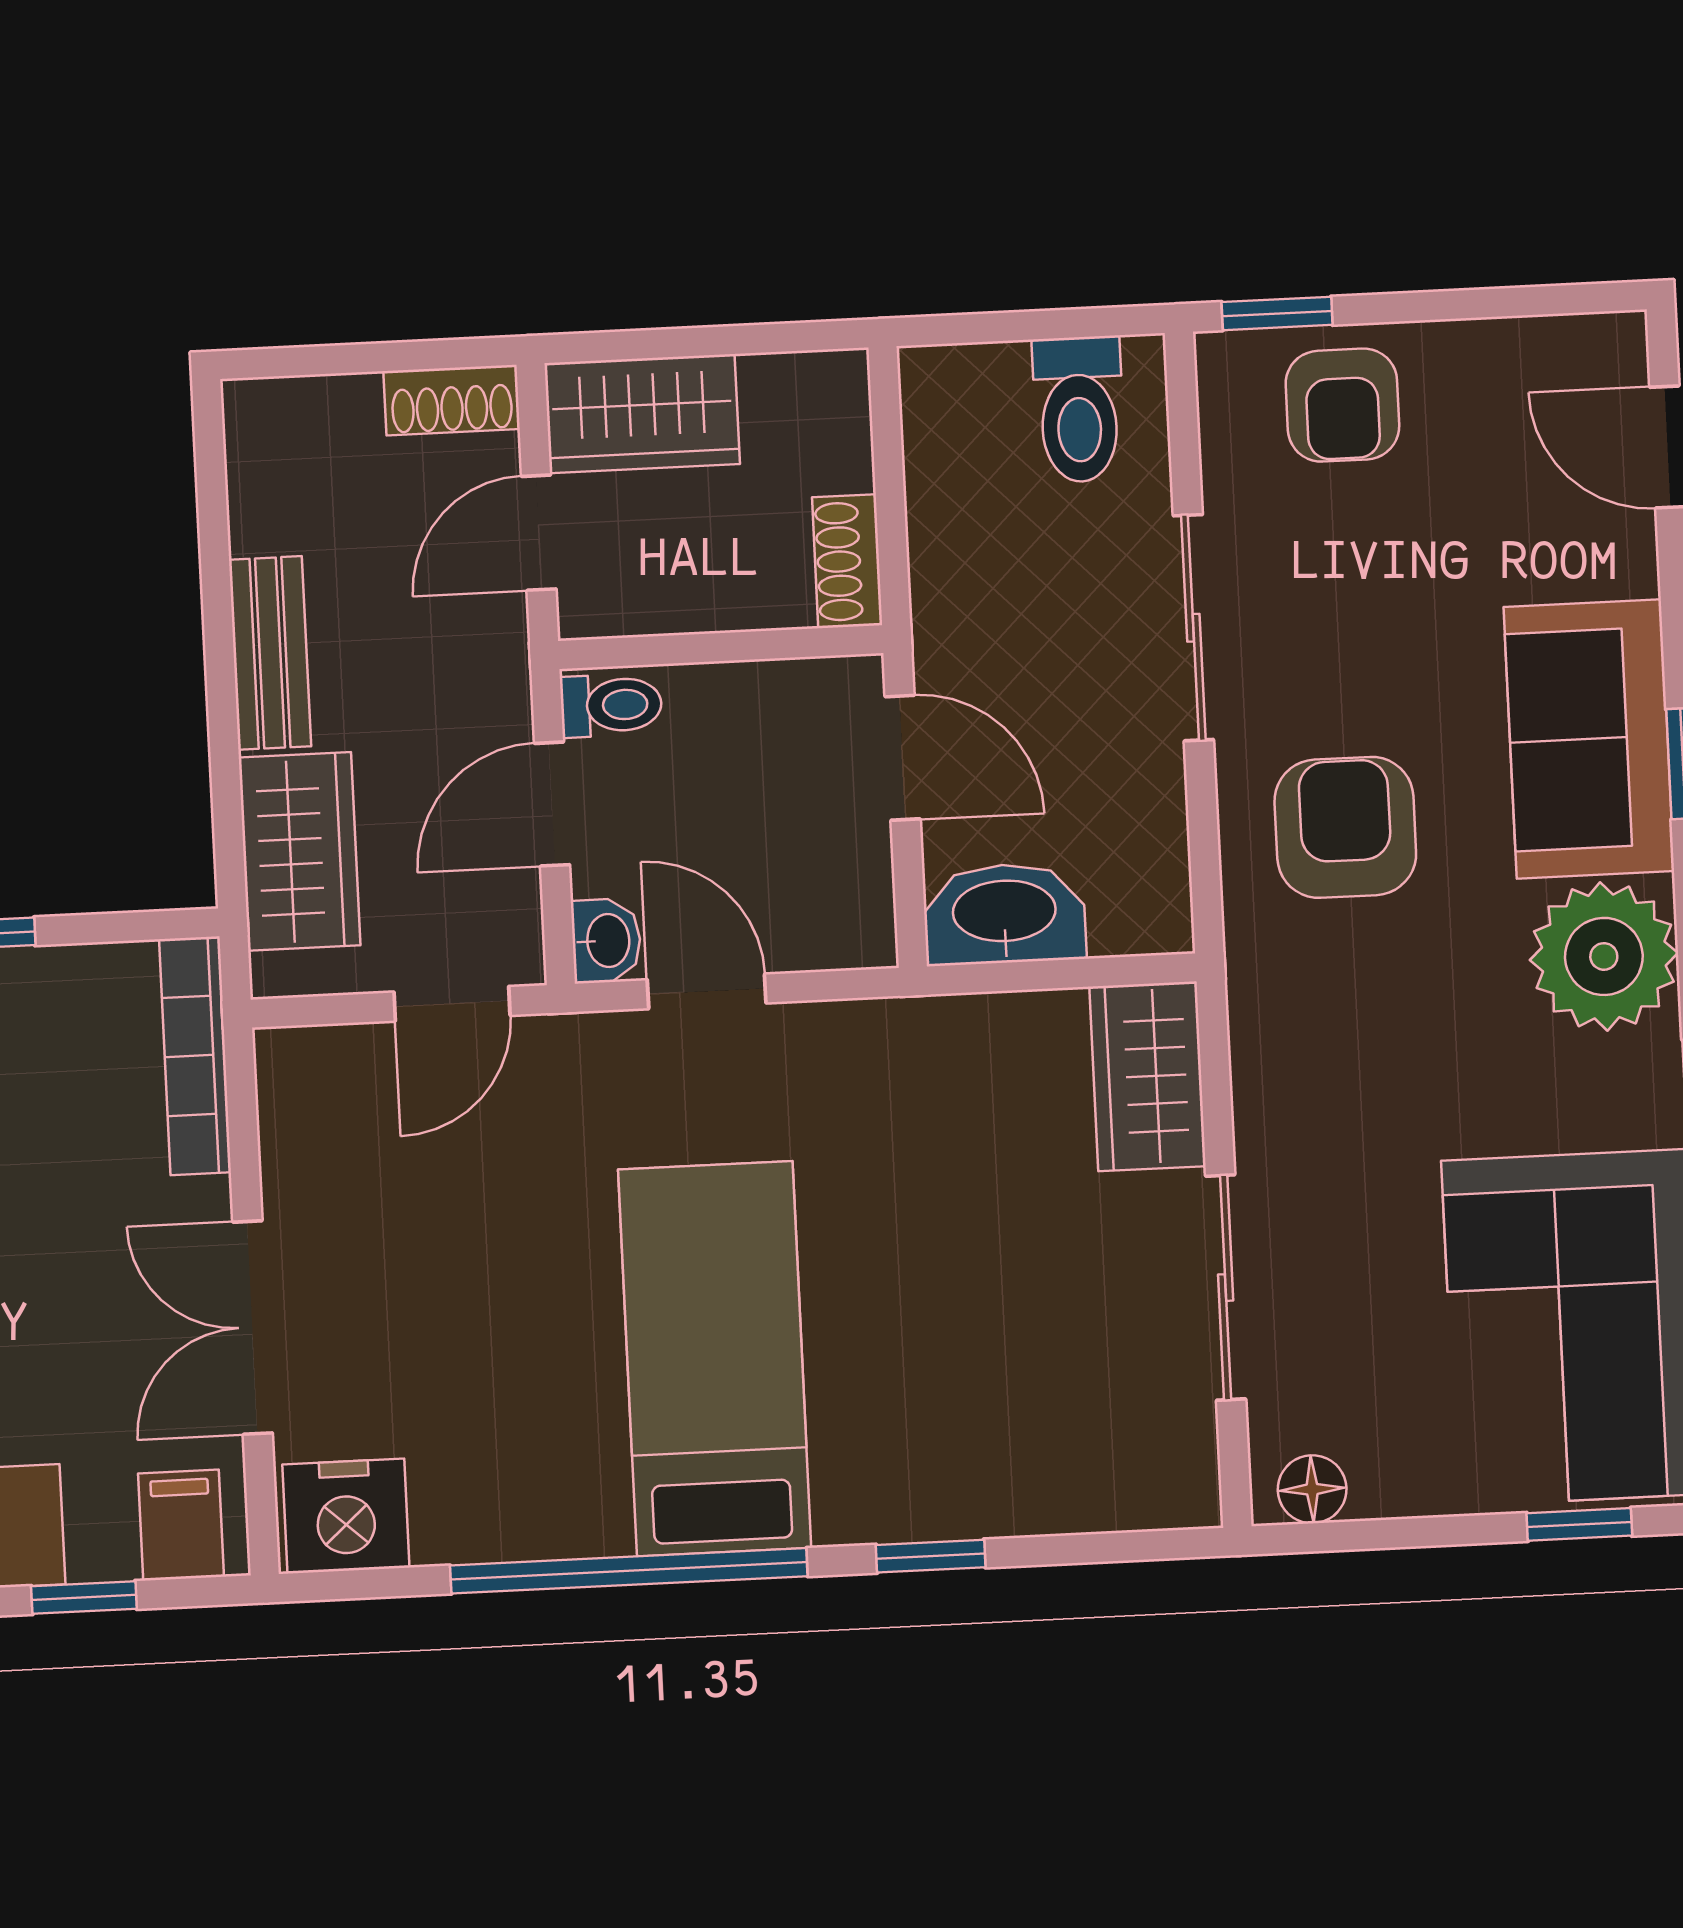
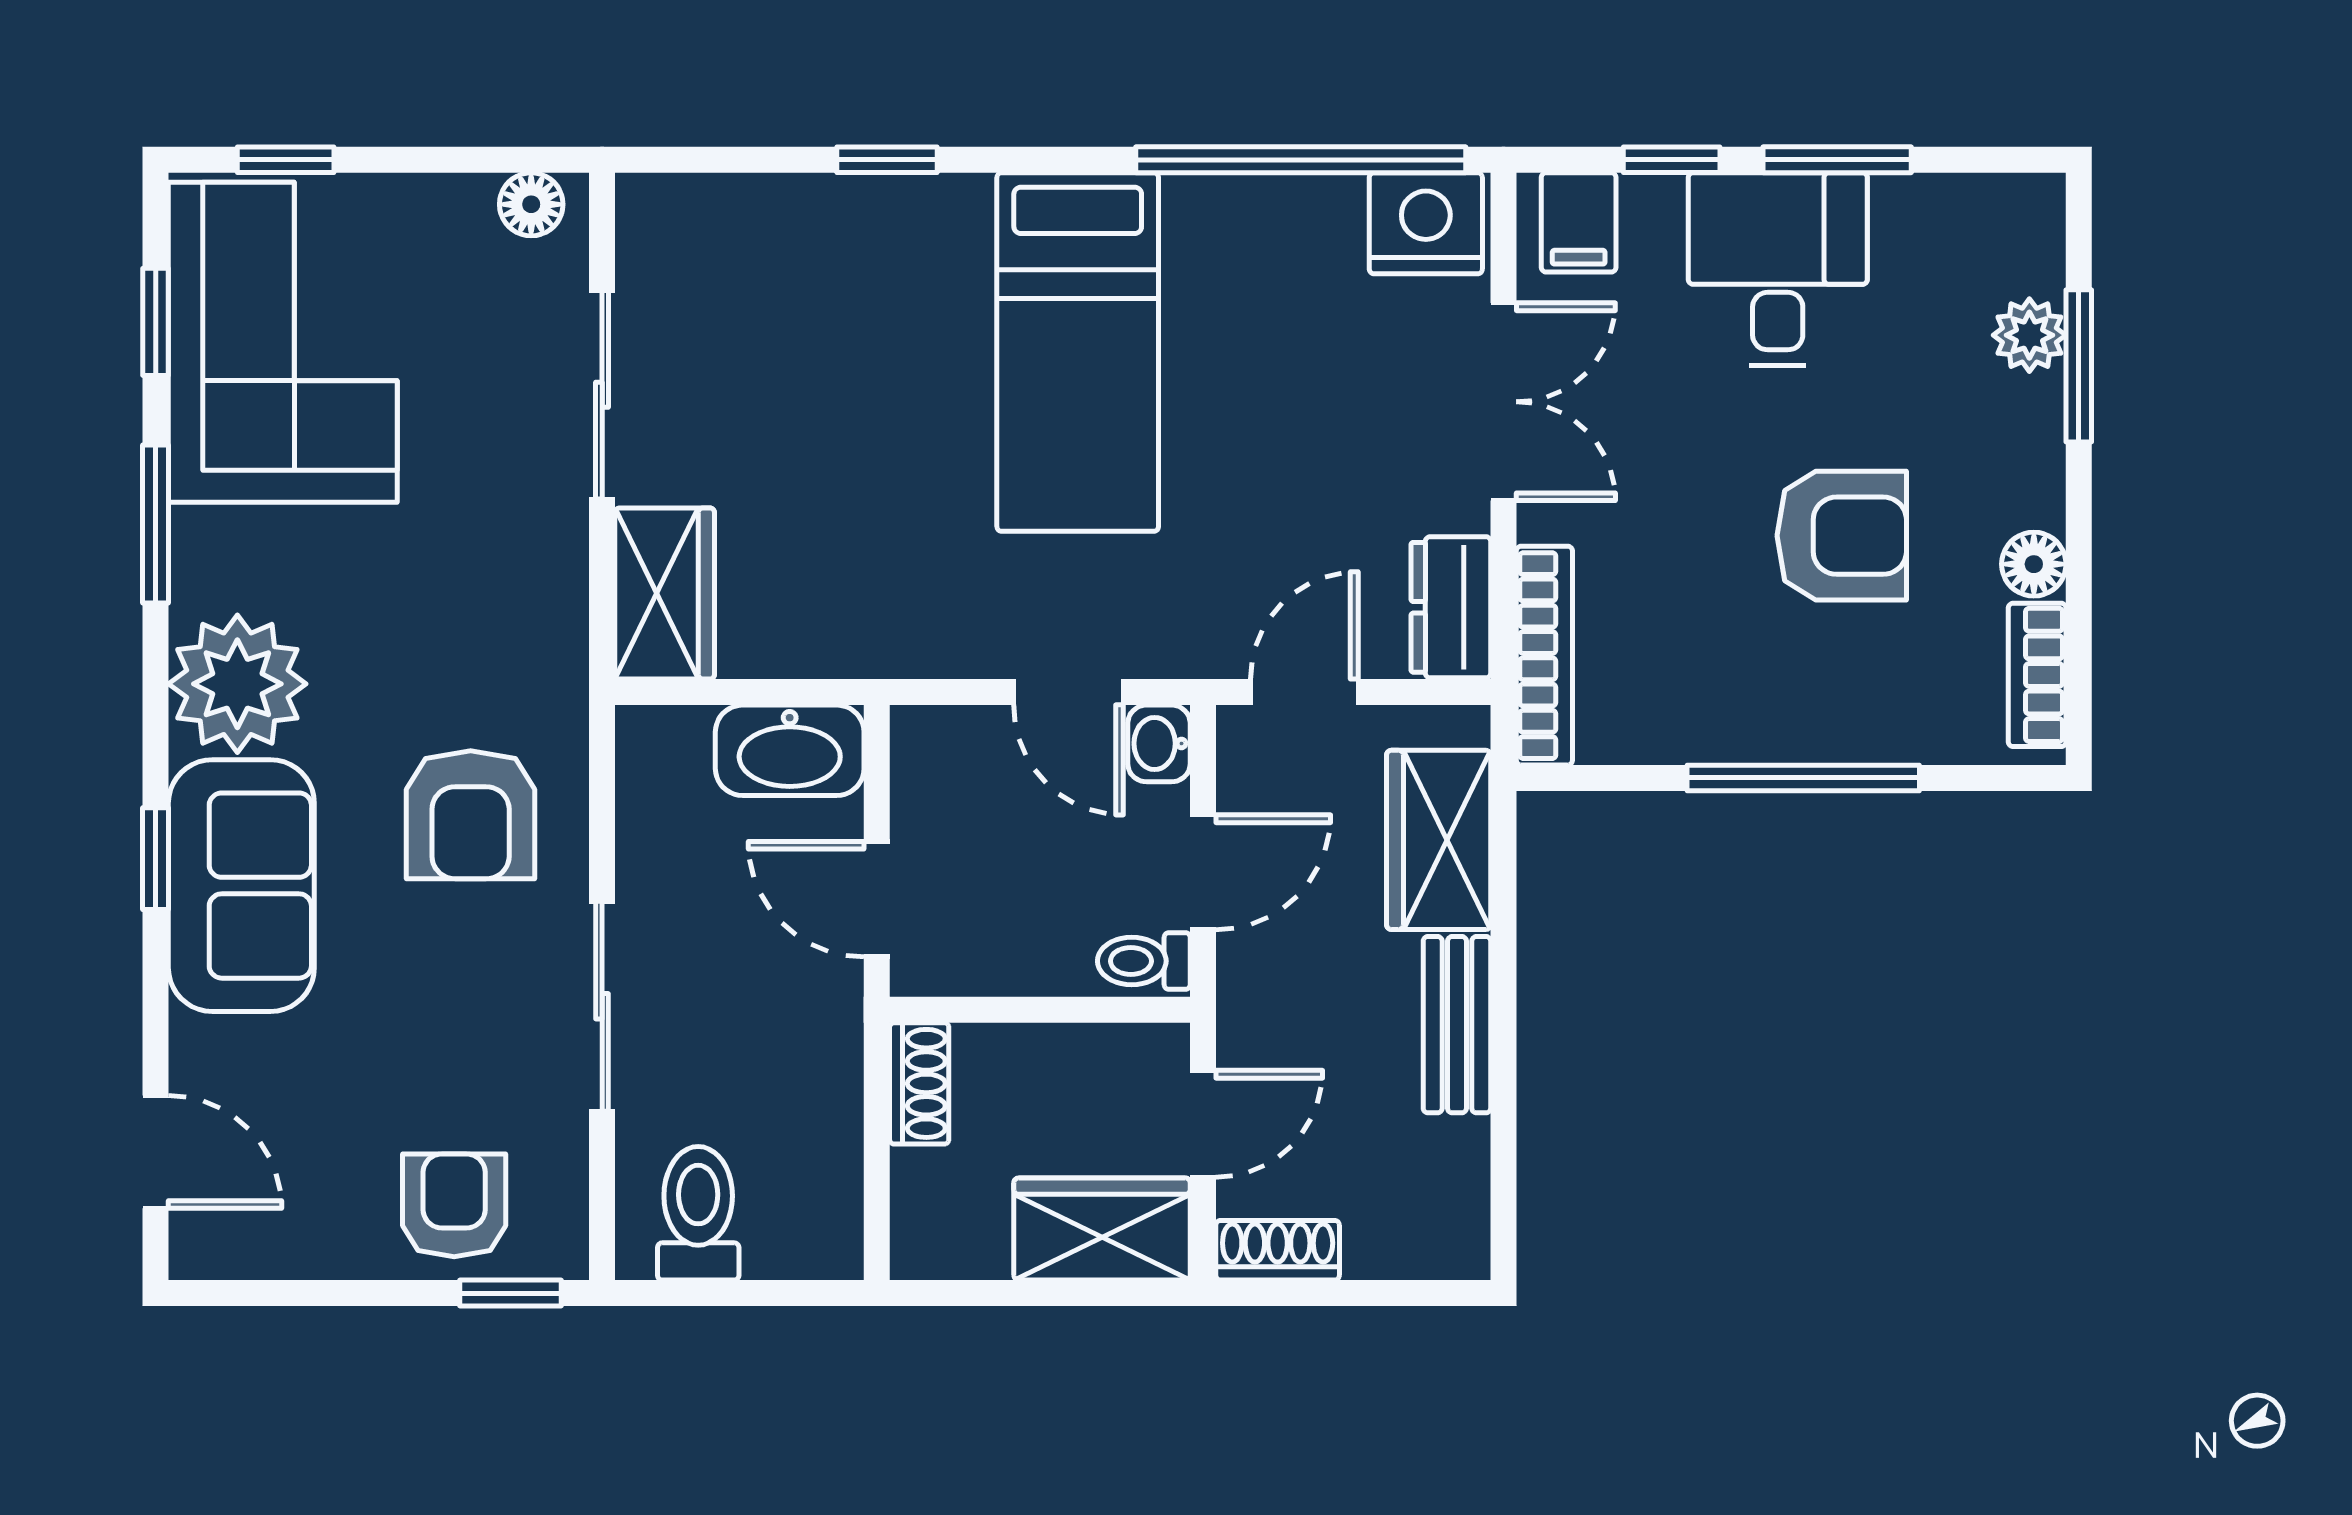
dresser: (299, 1103) -> (1451, 607), added
window: (629, 1571) -> (1301, 160), moved

